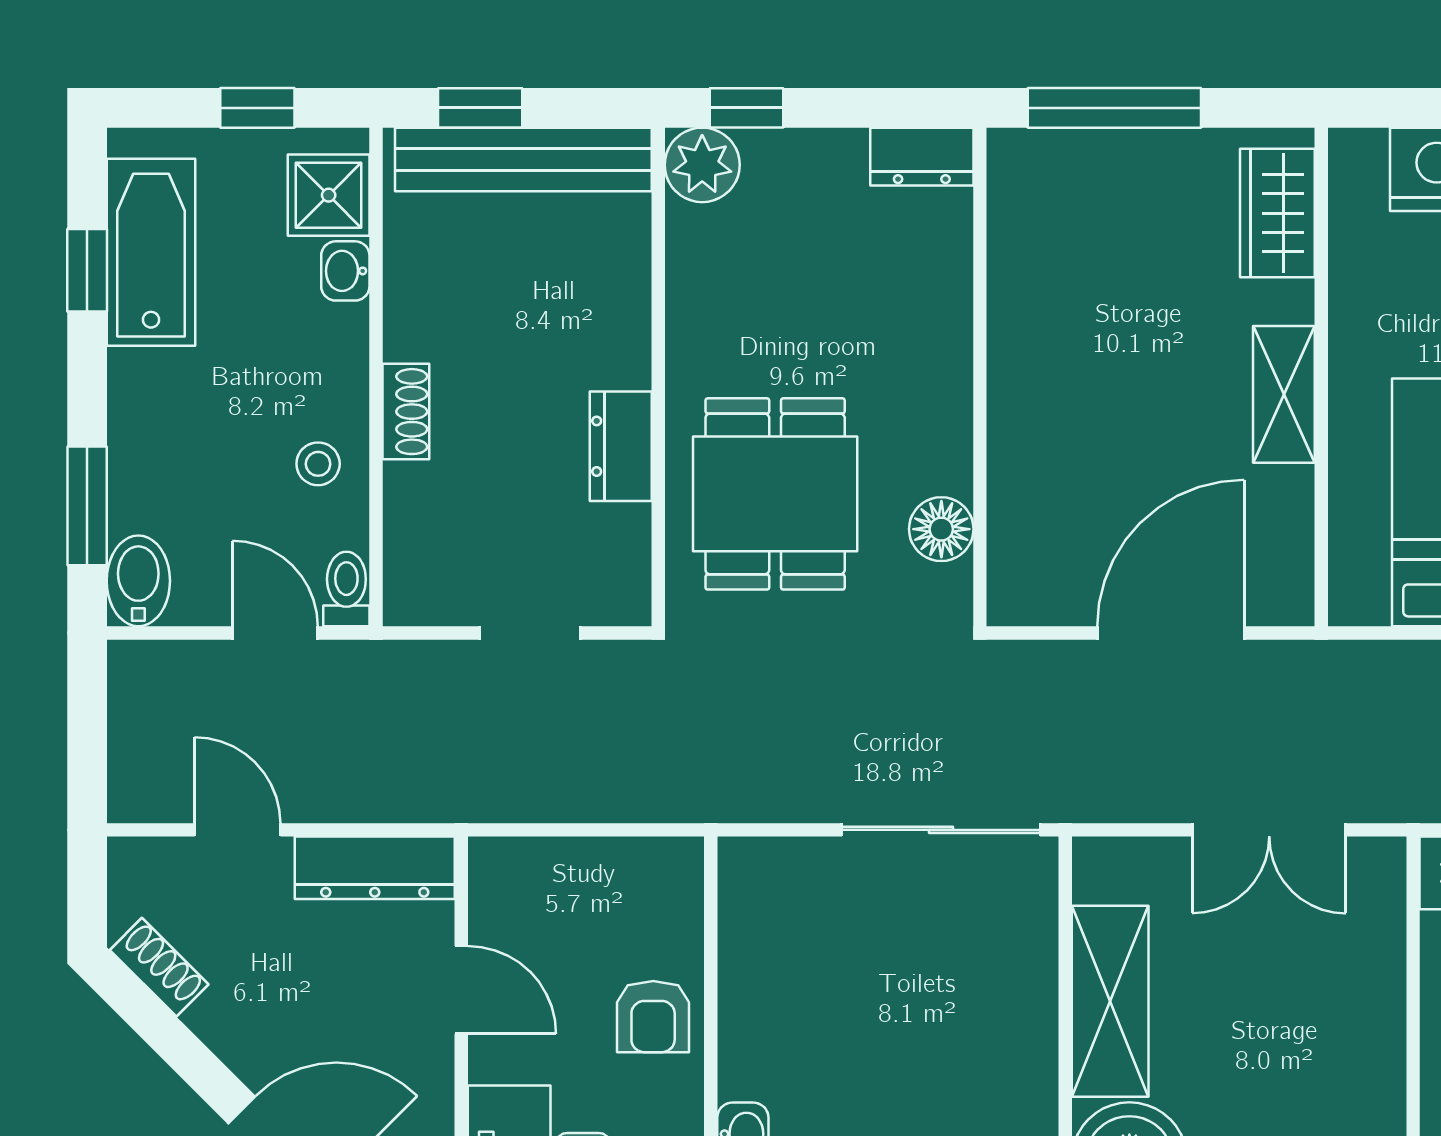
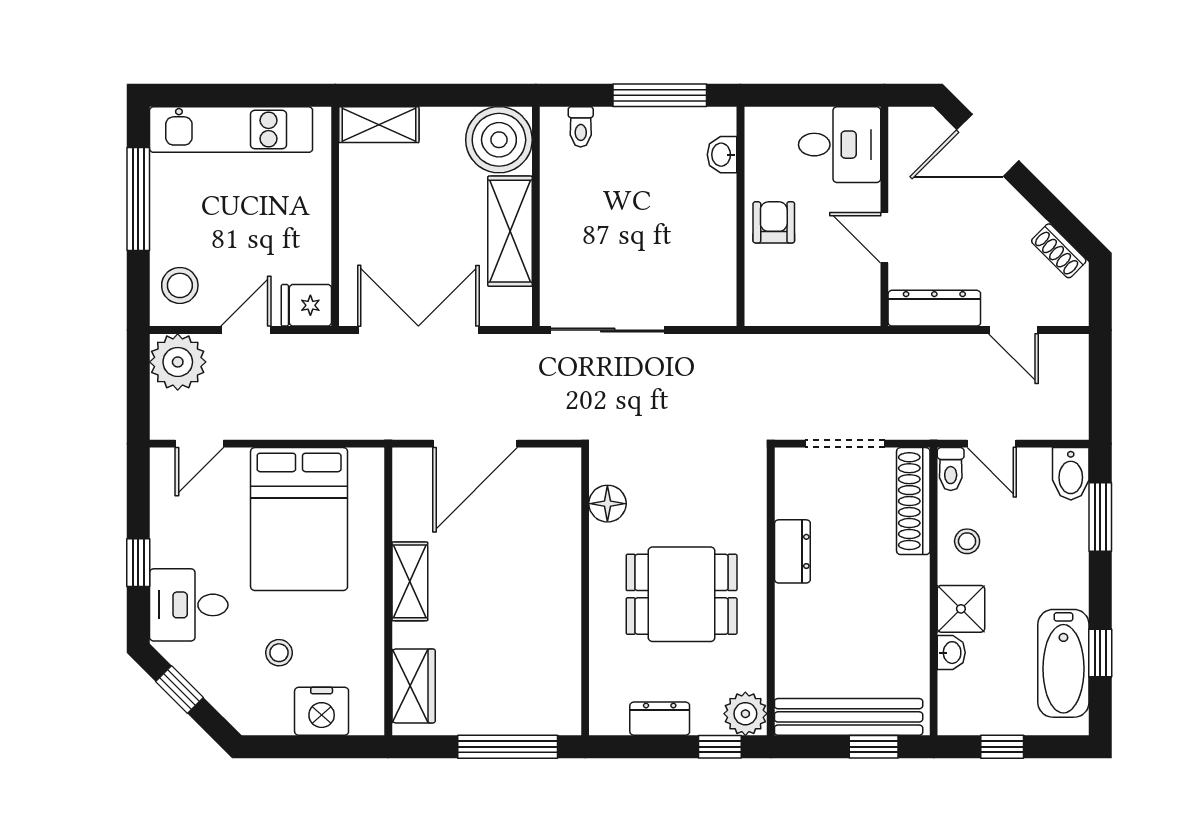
dresser: (922, 157) -> (660, 719), moved
shower: (329, 195) -> (961, 609), moved
shoe rack: (406, 412) -> (913, 501), moved, width x1.94, depth x1.24
dining table: (775, 494) -> (682, 594), moved, turned 90
doorway: (530, 633) -> (845, 444), width x1.38
double door: (1269, 830) -> (418, 330), width x1.37

